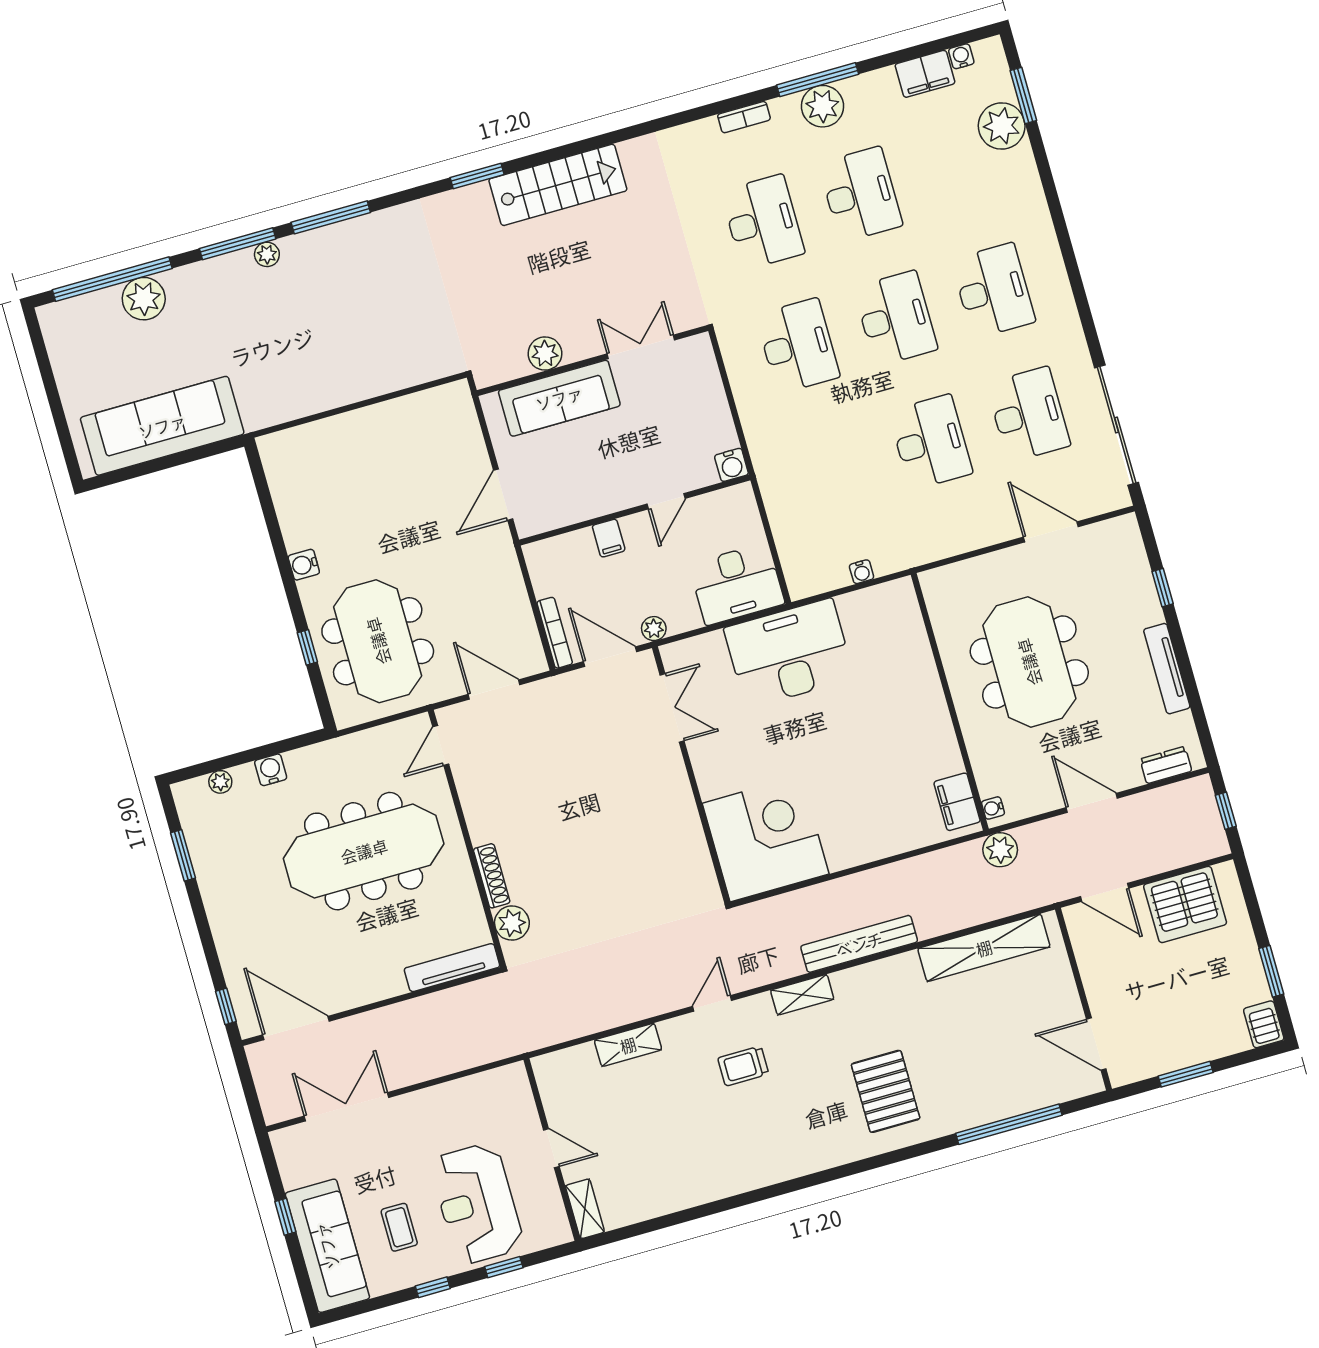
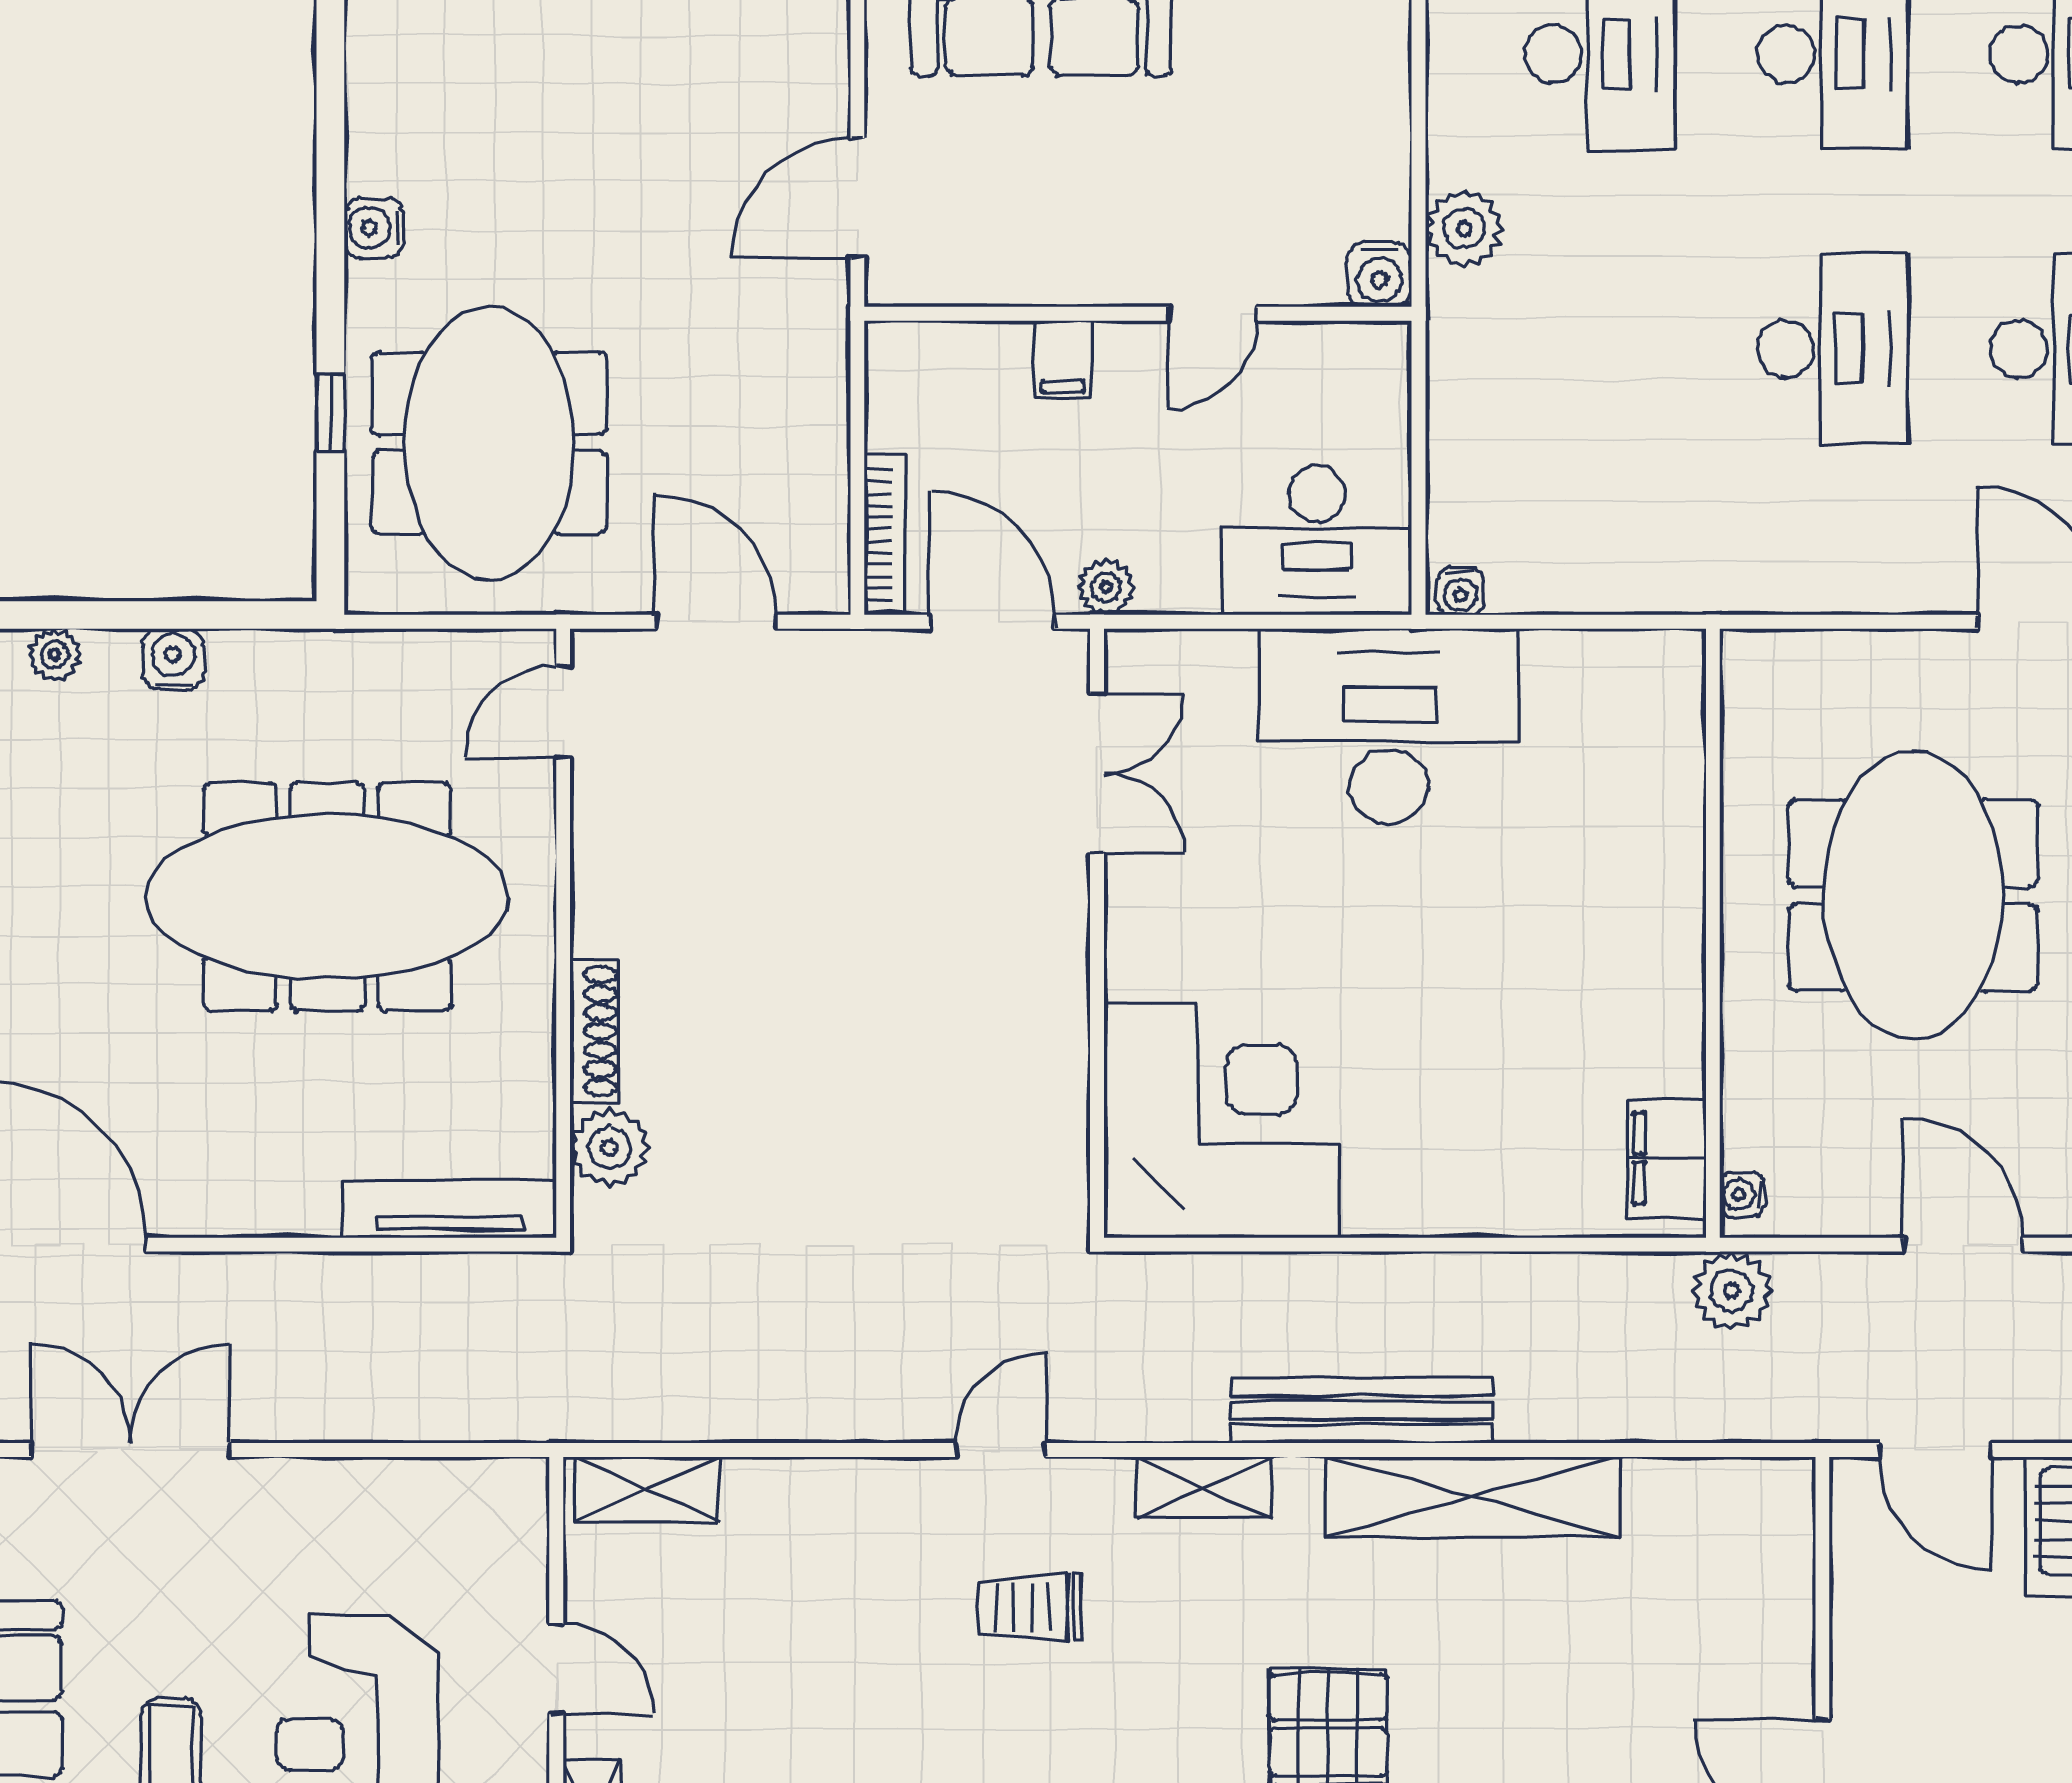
plant: (761, 436) -> (1464, 229), added
water cooler: (862, 572) -> (1460, 591), moved
shelving: (984, 948) -> (1473, 1497), moved
shelving: (628, 1045) -> (647, 1489), moved

